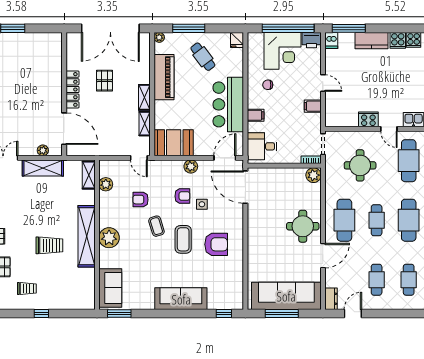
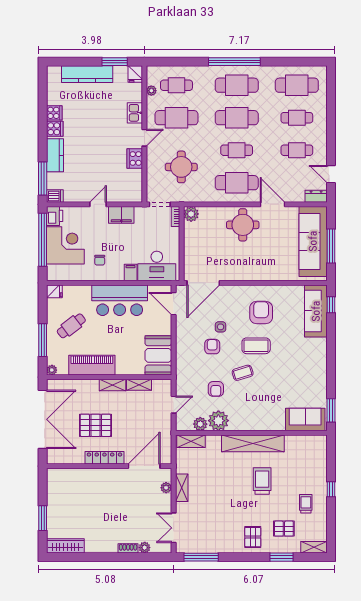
pallet: (105, 81) -> (95, 425), width x1.50, depth x1.42
filing cabinet: (313, 106) -> (121, 215), width x2.00
desk: (262, 146) -> (157, 266), width x1.37
door: (139, 158) -> (174, 405), moved
plant: (191, 166) -> (182, 338), removed
shelving: (43, 168) -> (182, 488), width x0.67, depth x0.75
plant: (109, 238) -> (218, 421), moved
sofa: (181, 299) -> (316, 311), moved

